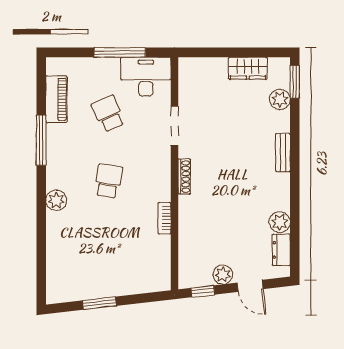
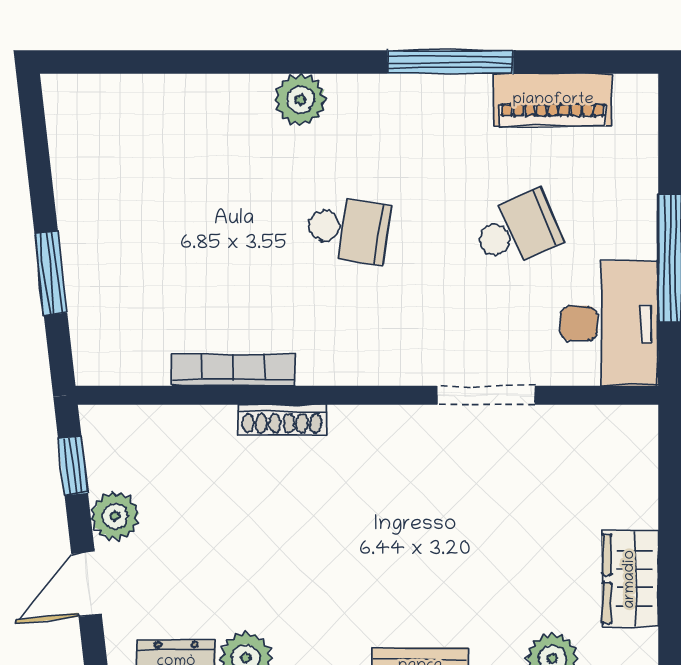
shoe rack: (184, 176) -> (282, 420), moved
bookcase: (164, 218) -> (233, 370), width x1.56
window: (100, 303) -> (51, 273), moved

